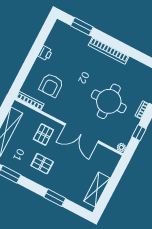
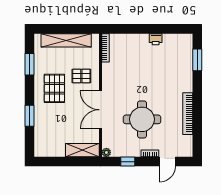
bookcase: (109, 51) -> (188, 114), moved
armchair: (51, 85) -> (130, 60), removed
pallet: (42, 164) -> (54, 88), width x1.50, depth x1.42
shelving: (97, 190) -> (82, 150), moved

